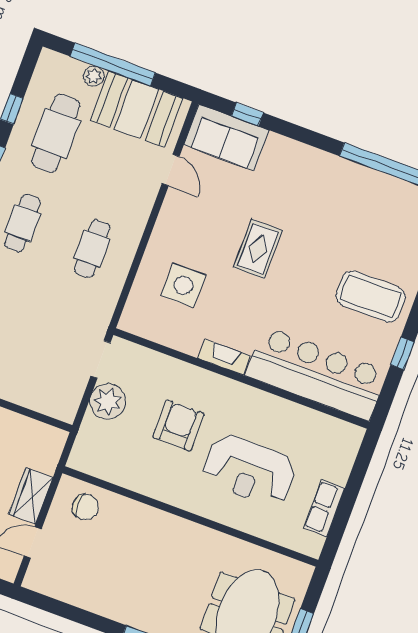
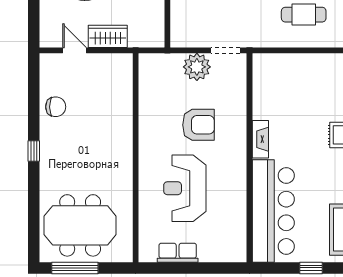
side table: (183, 285) -> (302, 91), removed
chair: (85, 507) -> (56, 107), moved, turned -90

